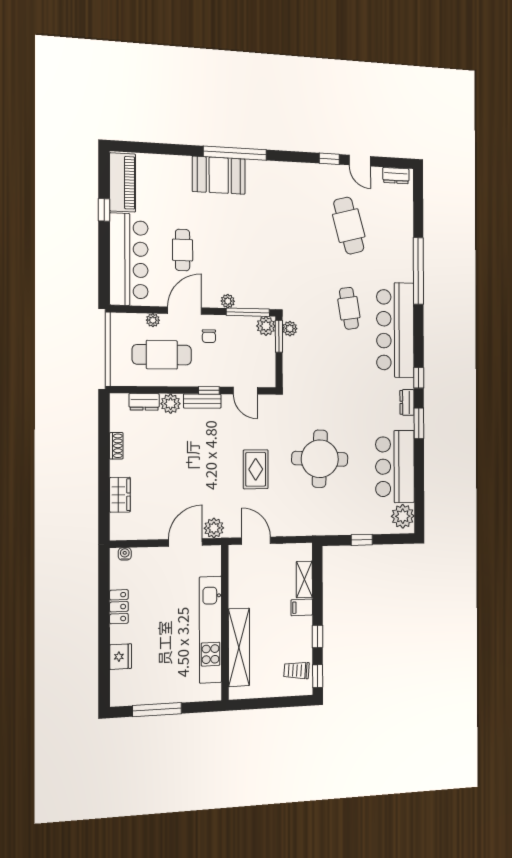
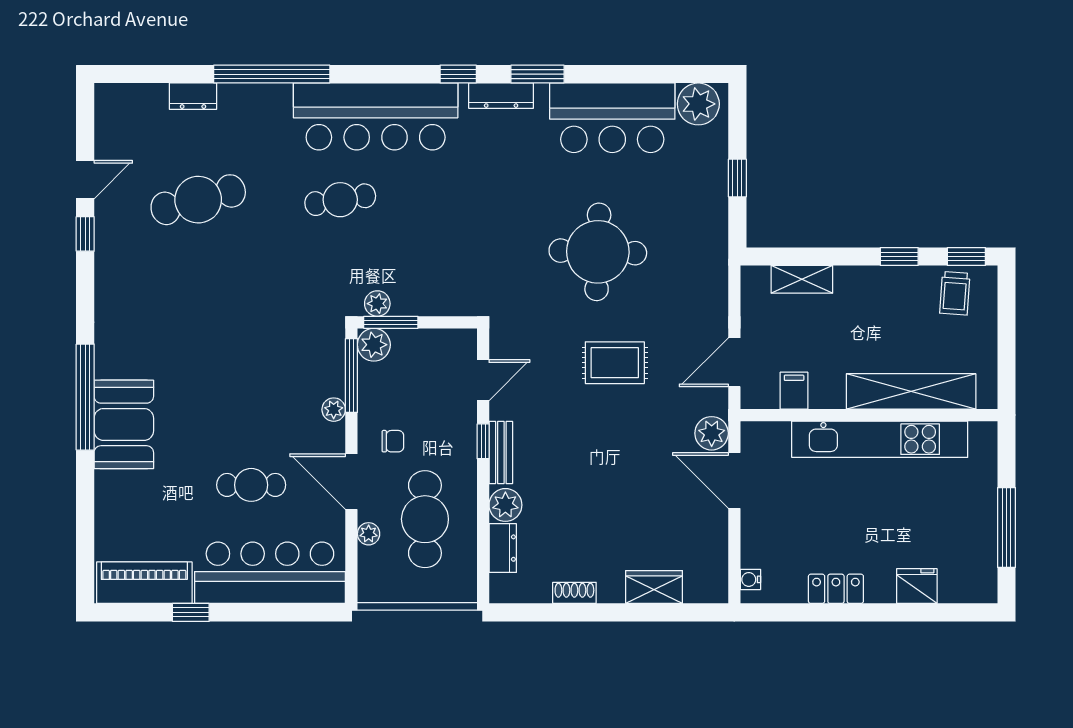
dresser: (396, 176) -> (193, 96), moved, turned 90
dresser: (407, 402) -> (501, 96), width x1.44
filing cabinet: (302, 607) -> (794, 391), moved, turned 180

